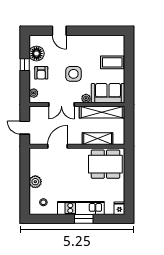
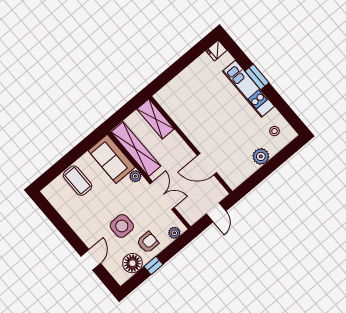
side table: (73, 74) -> (122, 226), moved
shelving: (98, 139) -> (156, 119), moved
dining table: (105, 164) -> (184, 102), removed

